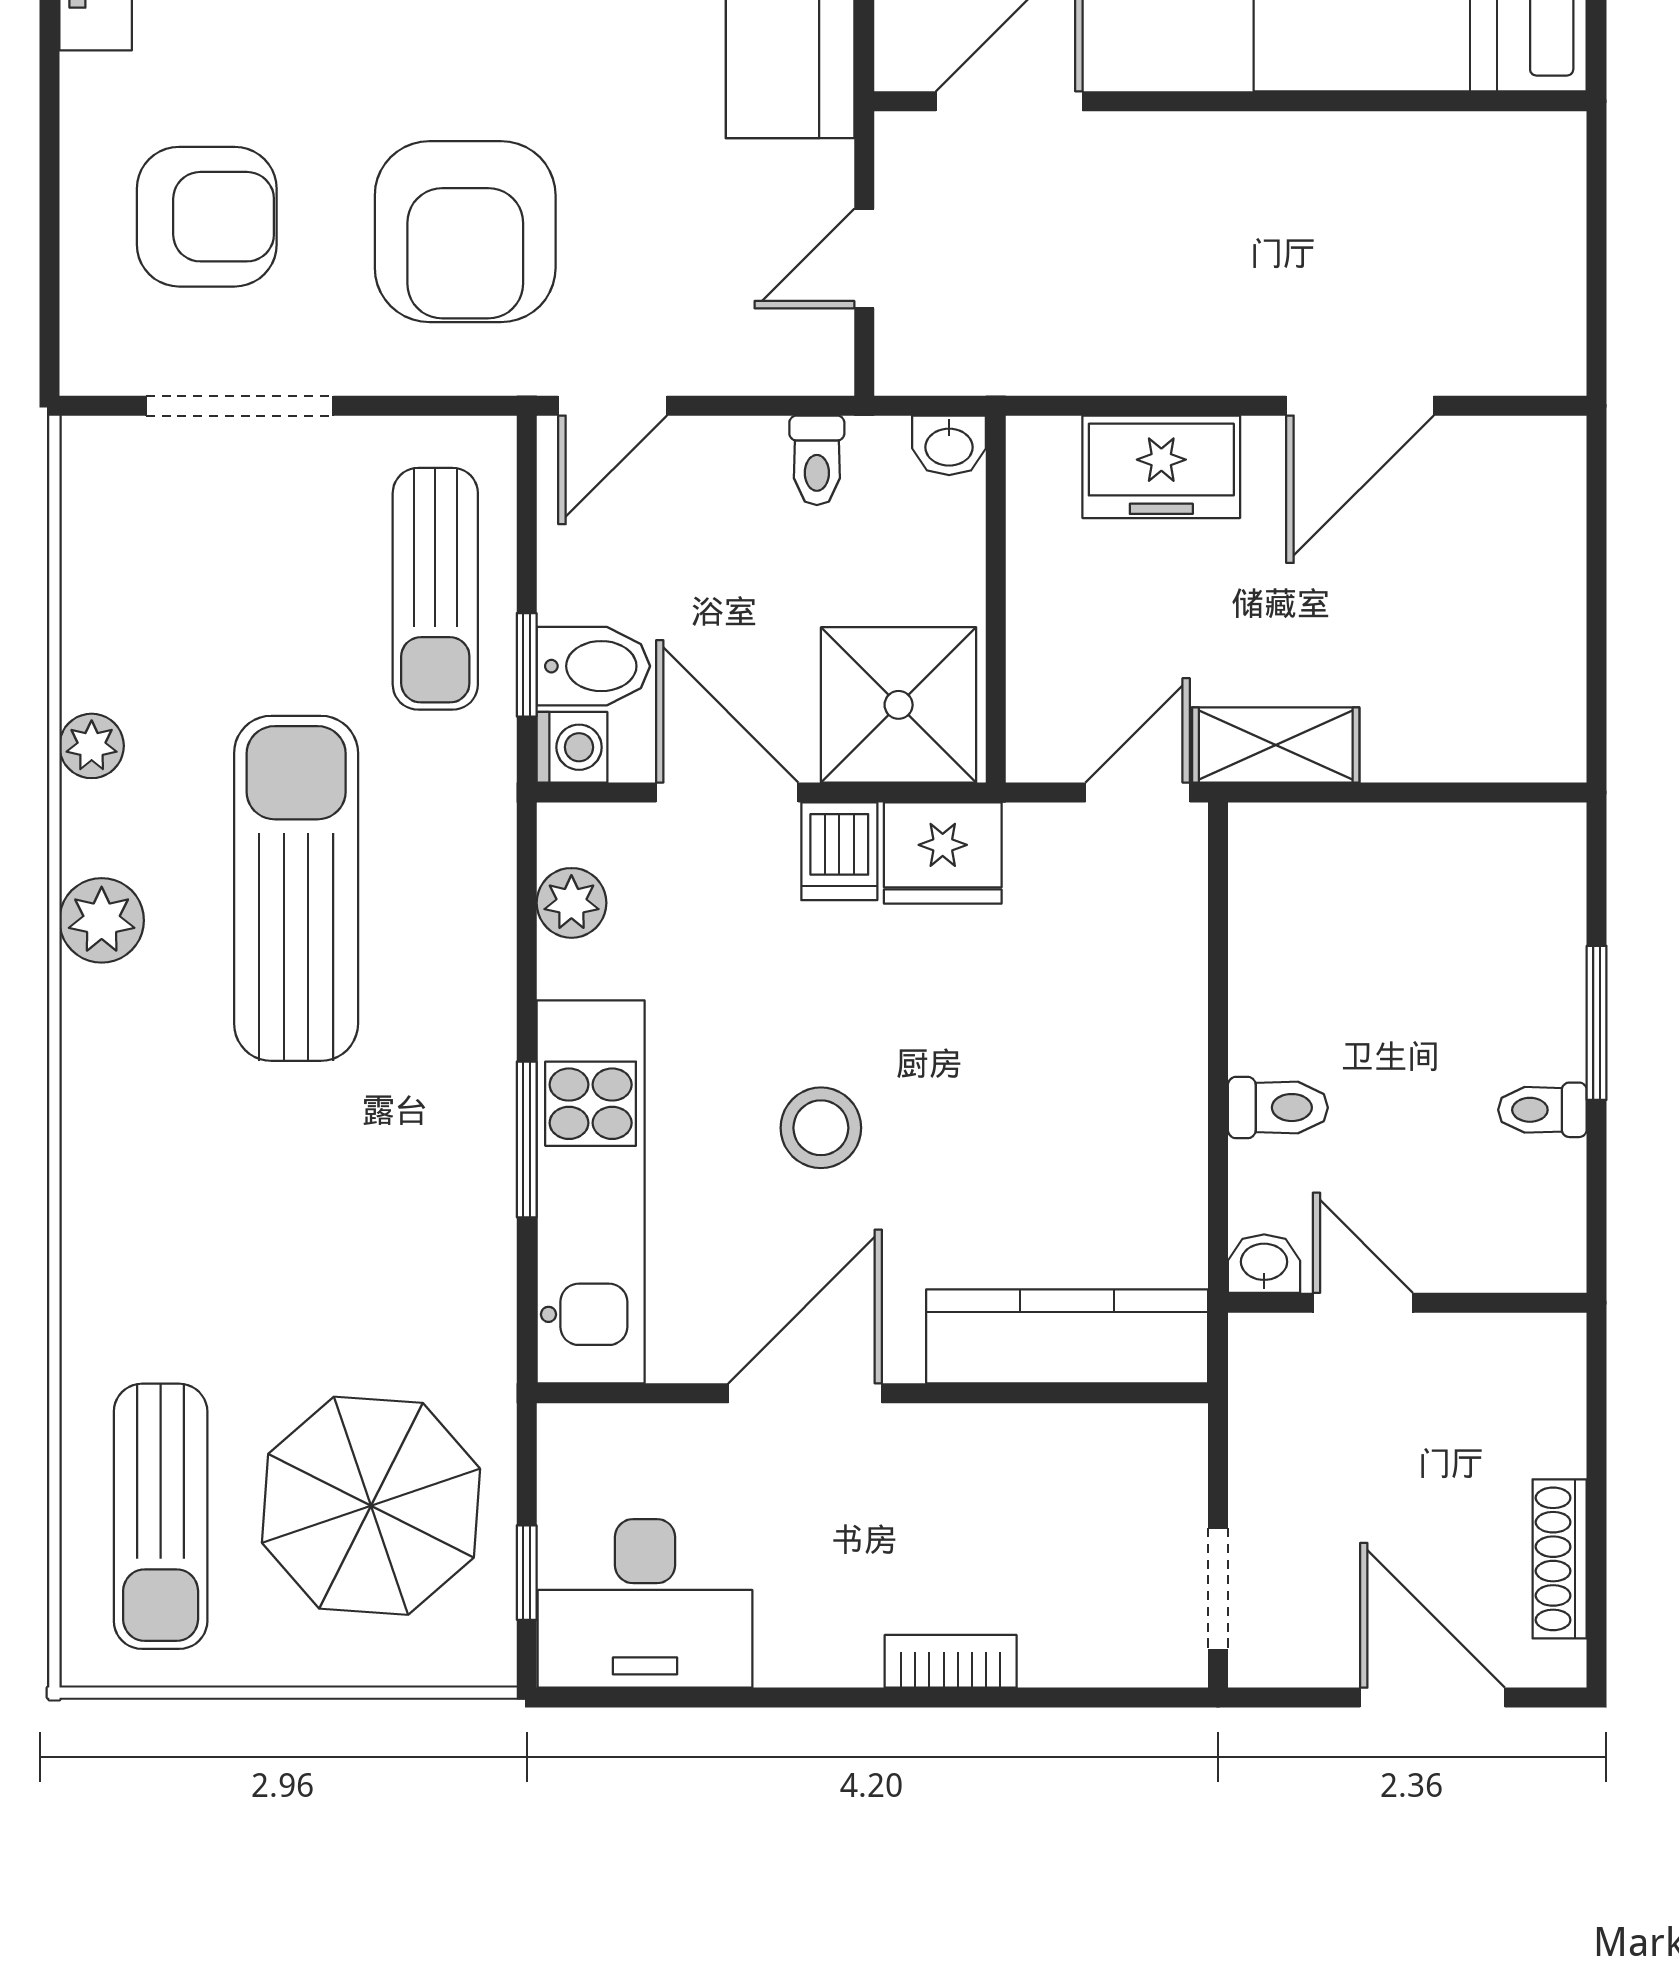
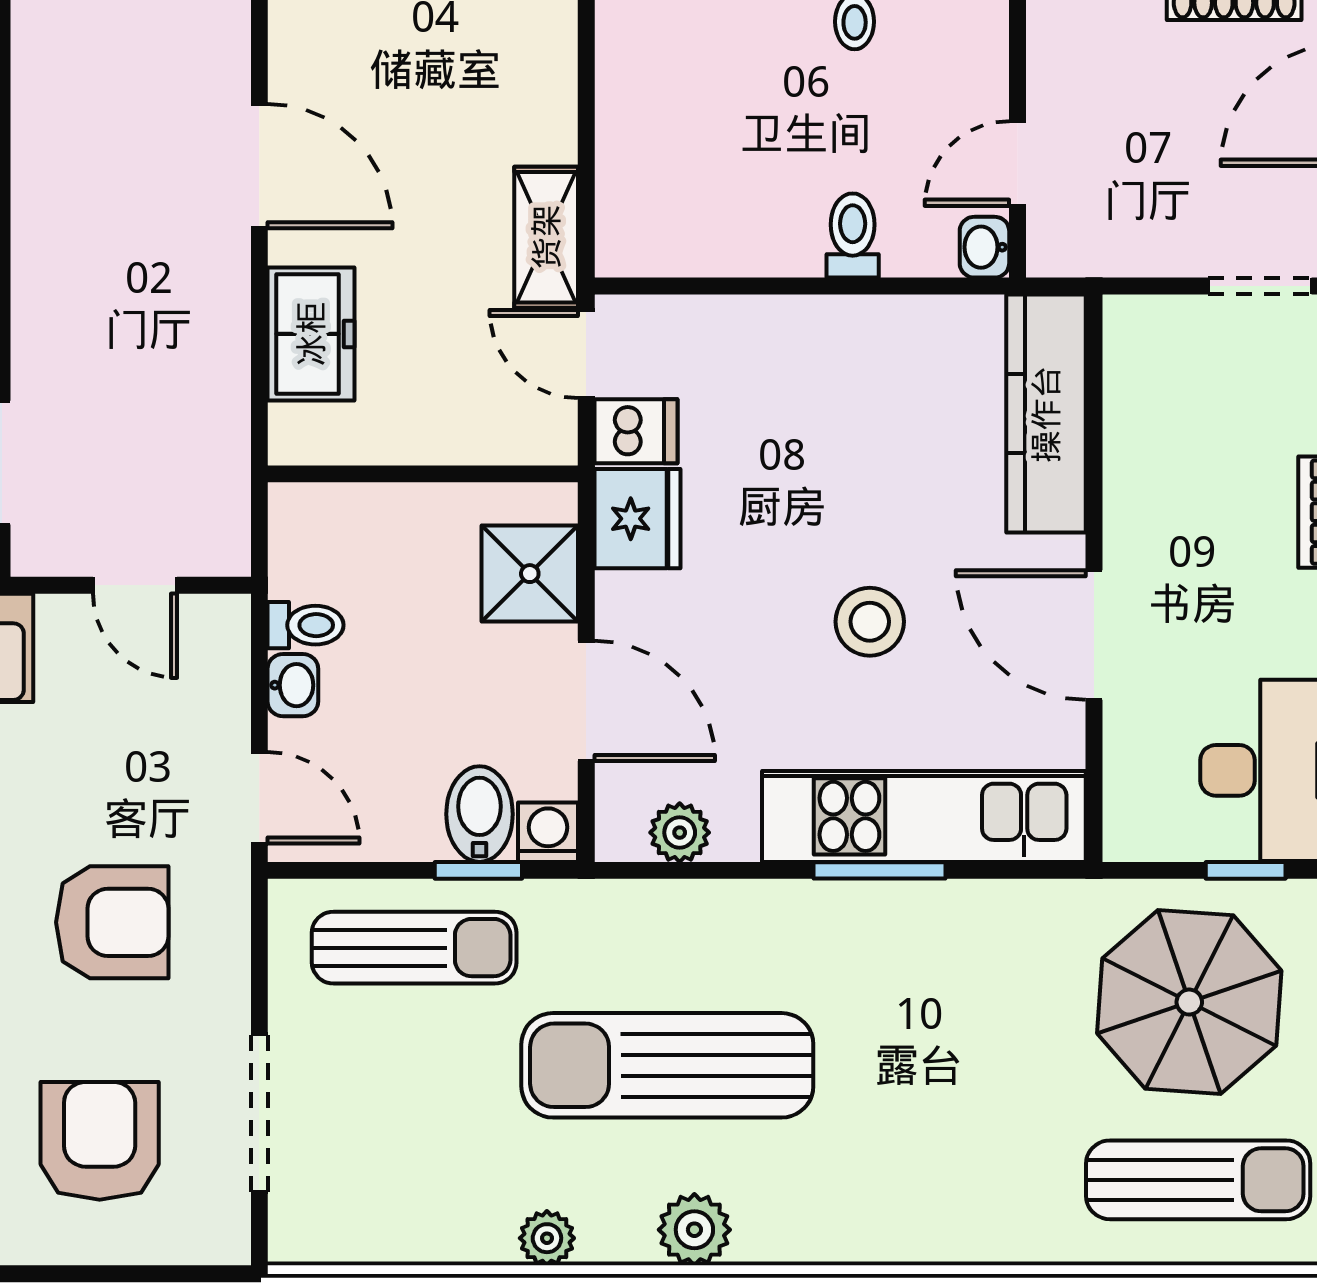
armchair: (465, 232) -> (112, 922), width x0.73, depth x0.73
washbasin: (949, 445) -> (293, 685), moved
shower: (899, 705) -> (530, 574), width x0.73, depth x0.73
door: (727, 792) -> (586, 701), swing flipped
dishwasher: (839, 851) -> (636, 431), moved

